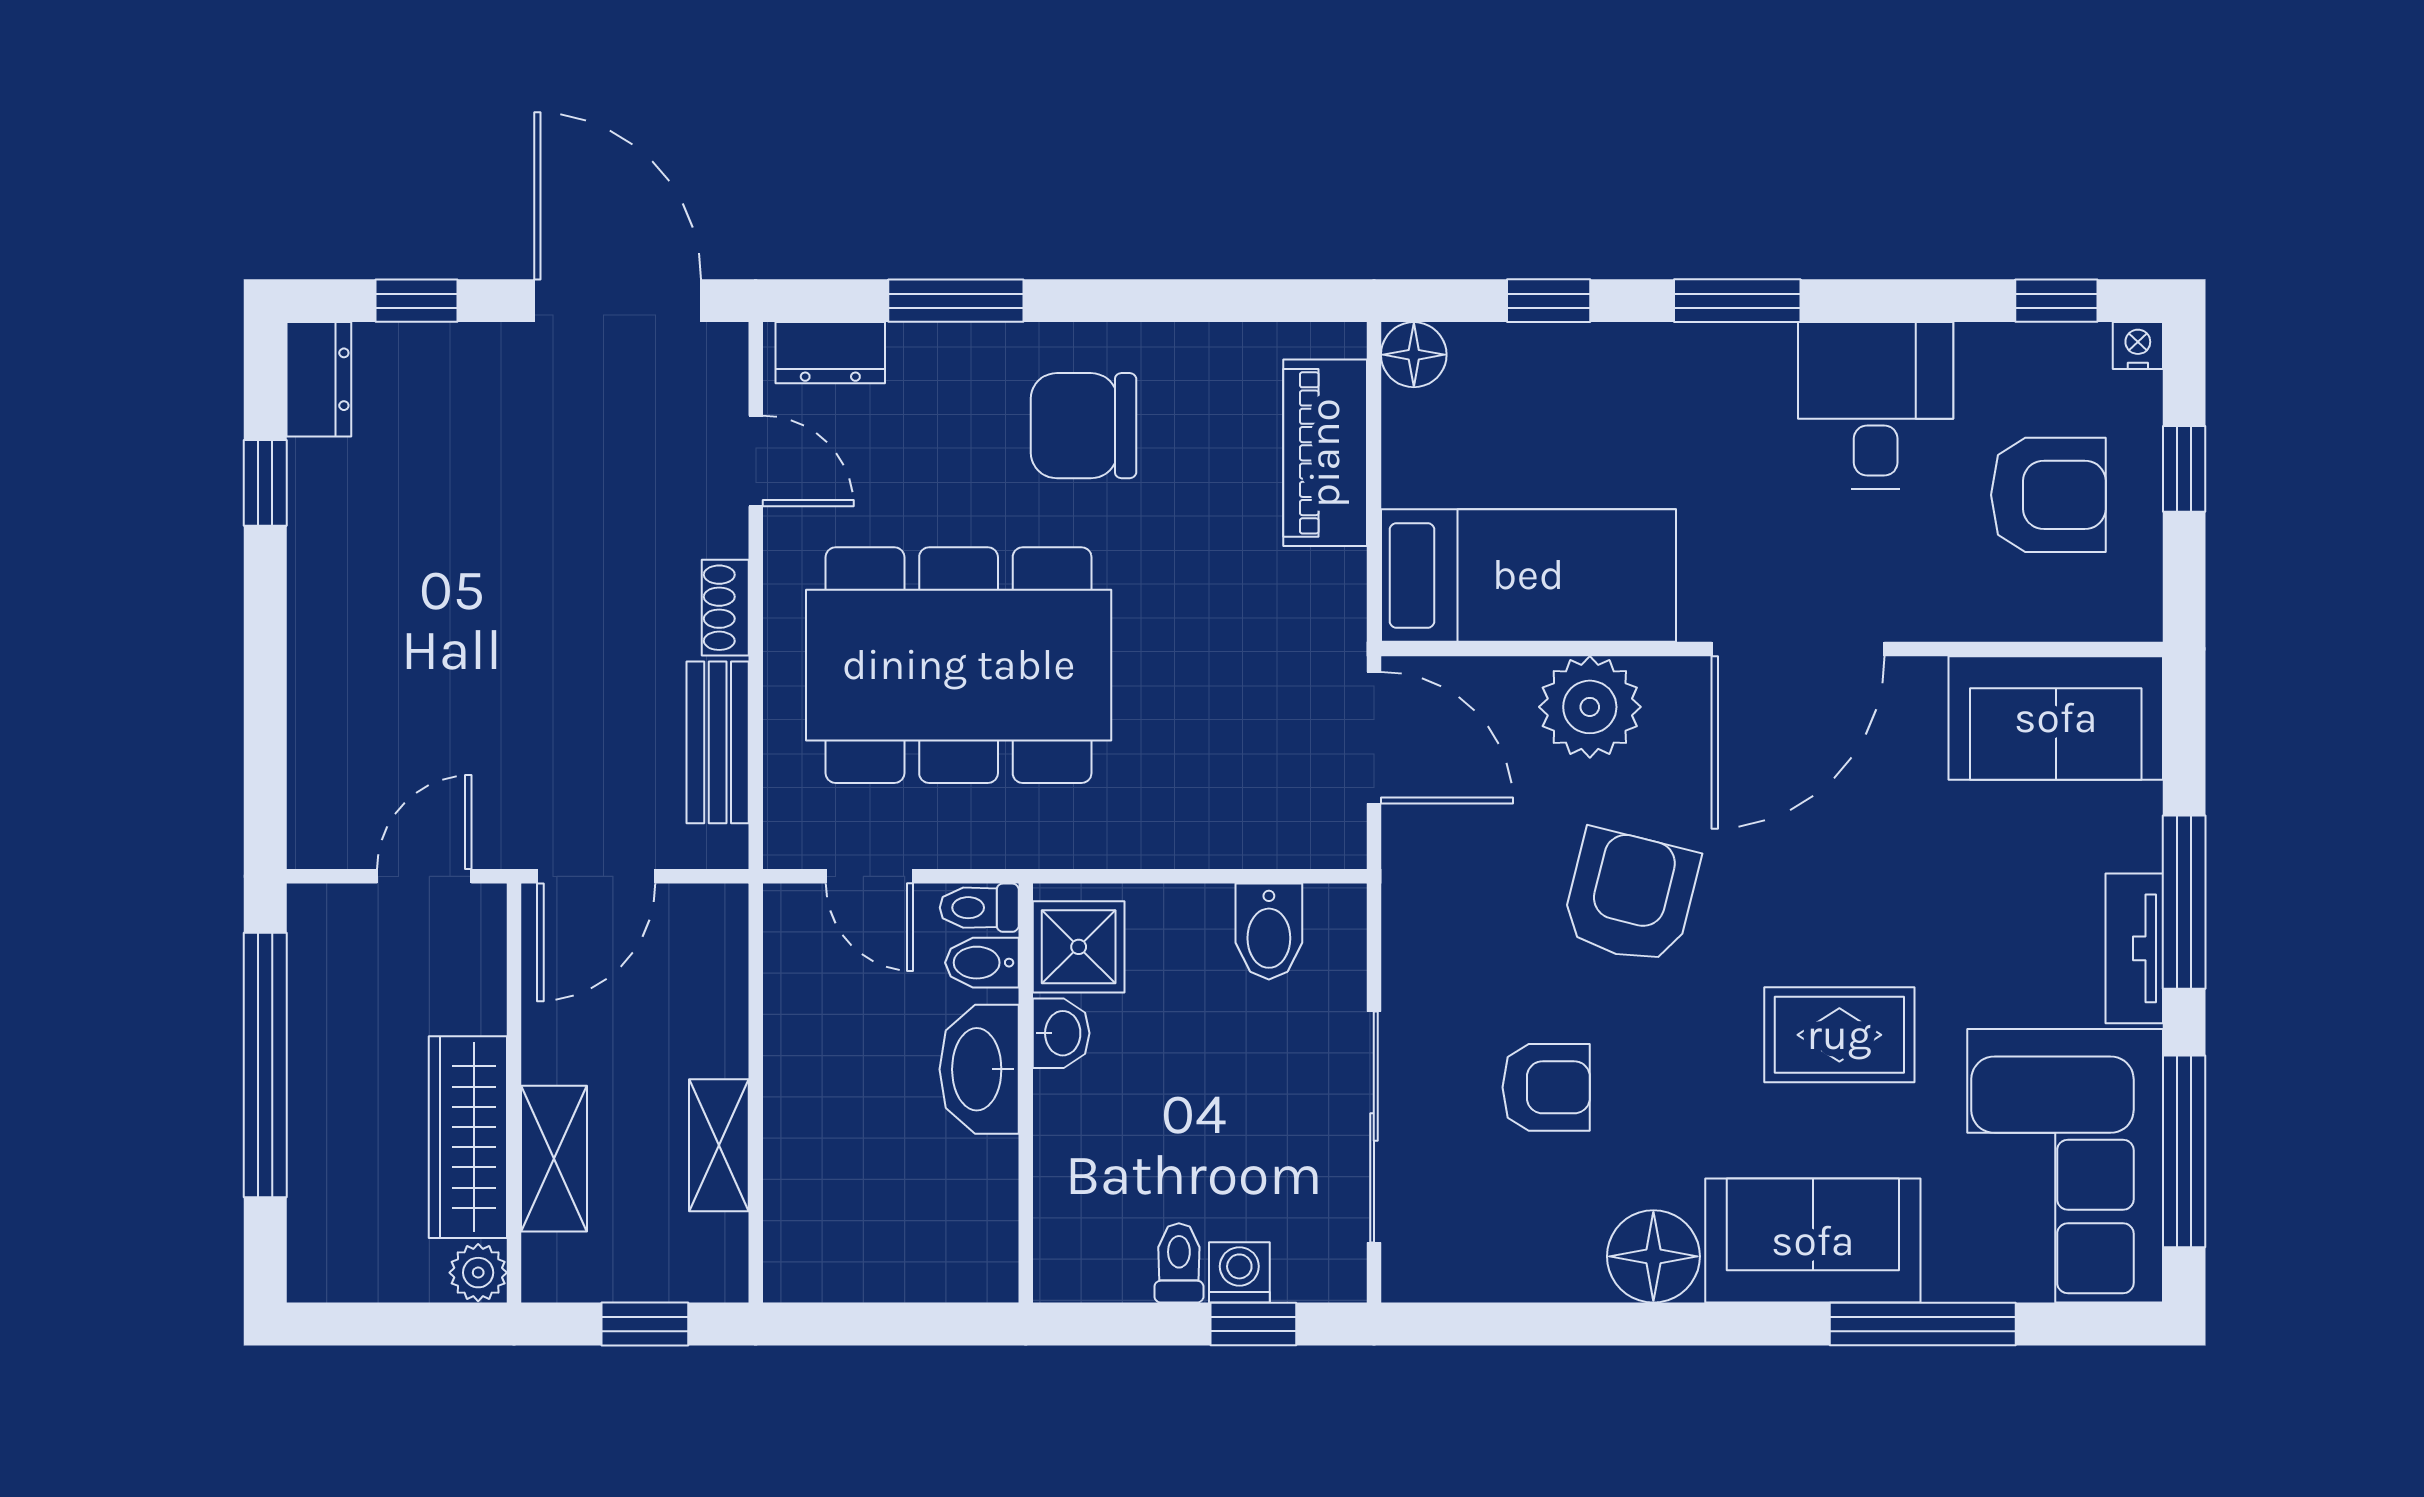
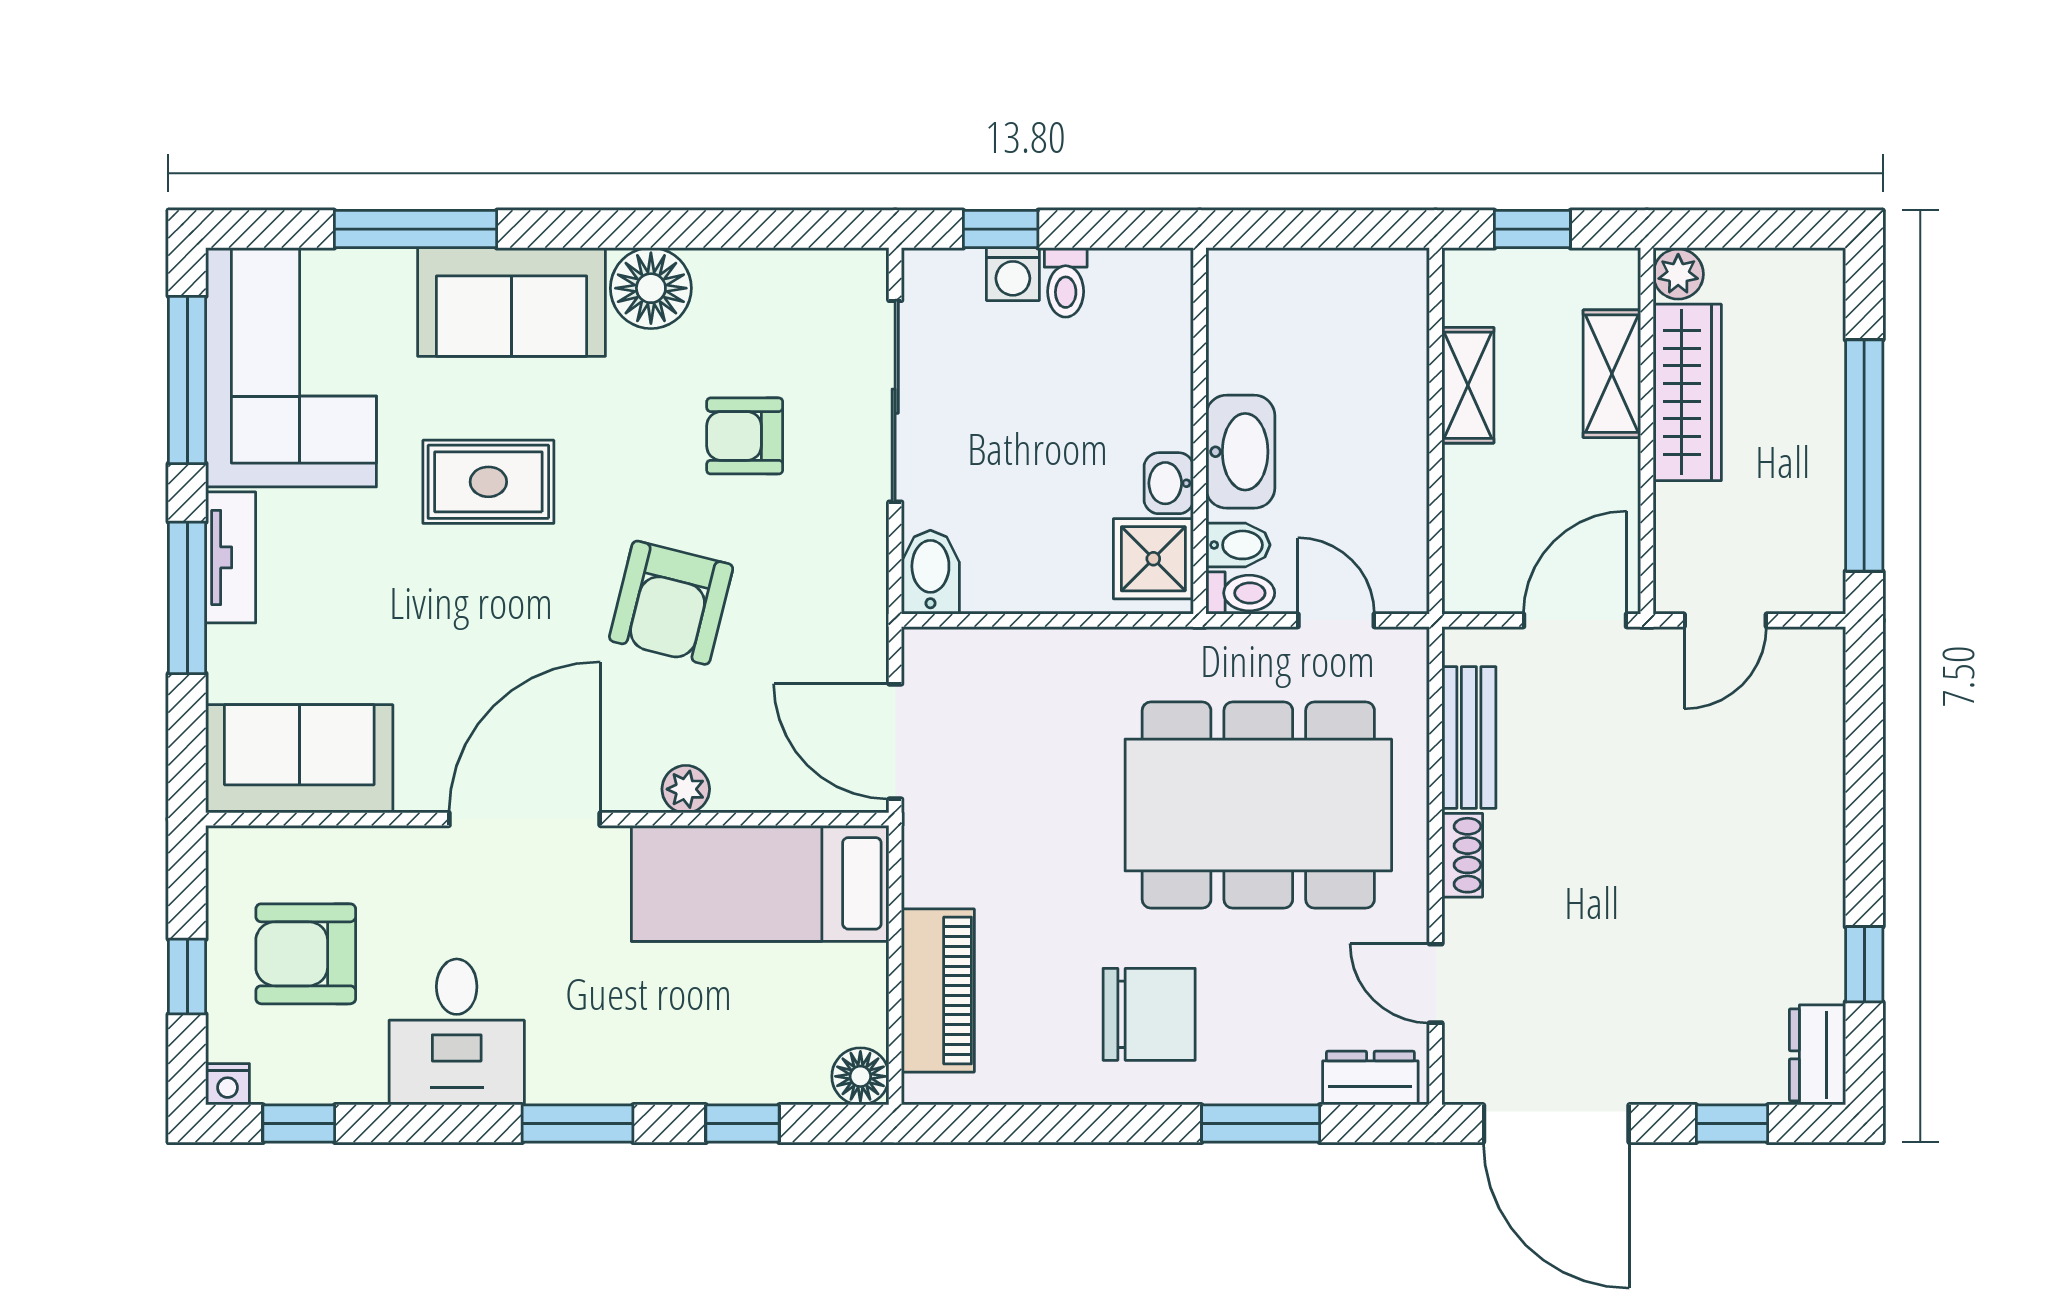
plant: (1590, 707) -> (686, 789), width x0.53, depth x0.53
bidet: (1269, 931) -> (930, 572), moved

